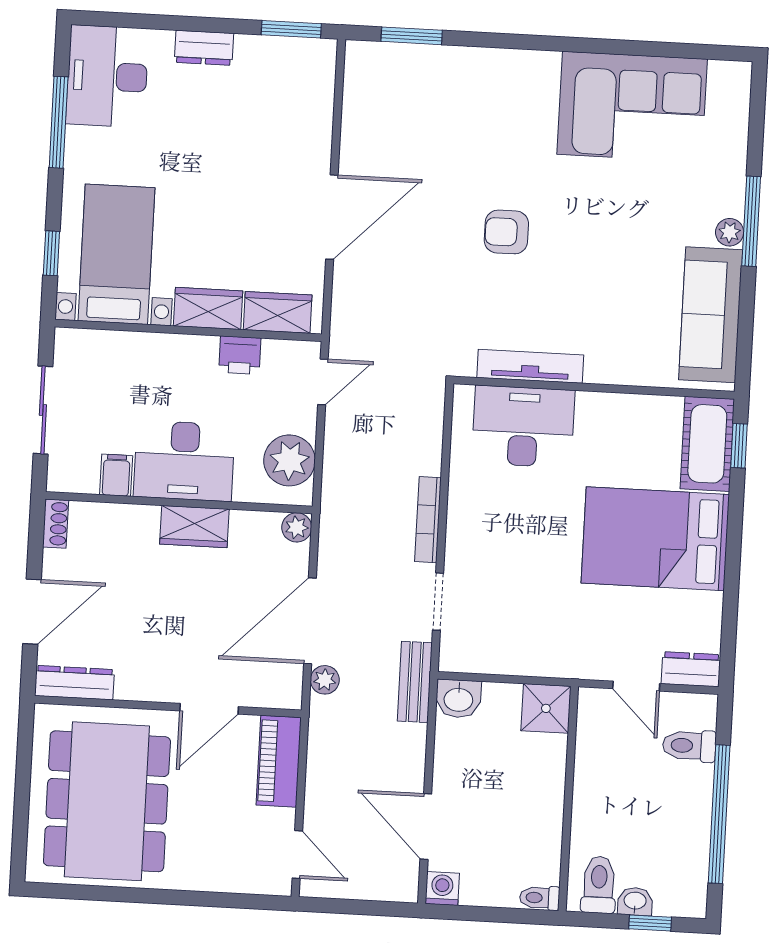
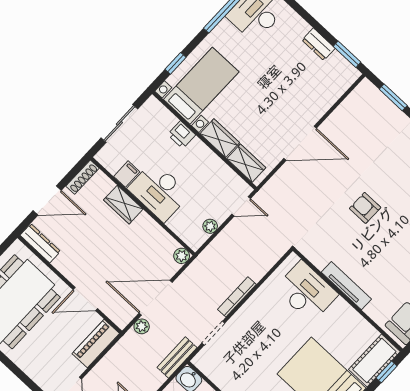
dresser: (204, 48) -> (318, 44), moved
printer: (240, 355) -> (182, 135), moved
tv unit: (530, 366) -> (346, 286), moved
plant: (289, 460) -> (210, 226), width x0.53, depth x0.53
shoe rack: (56, 524) -> (83, 177), width x1.43
wardrobe: (194, 527) -> (123, 205), moved

